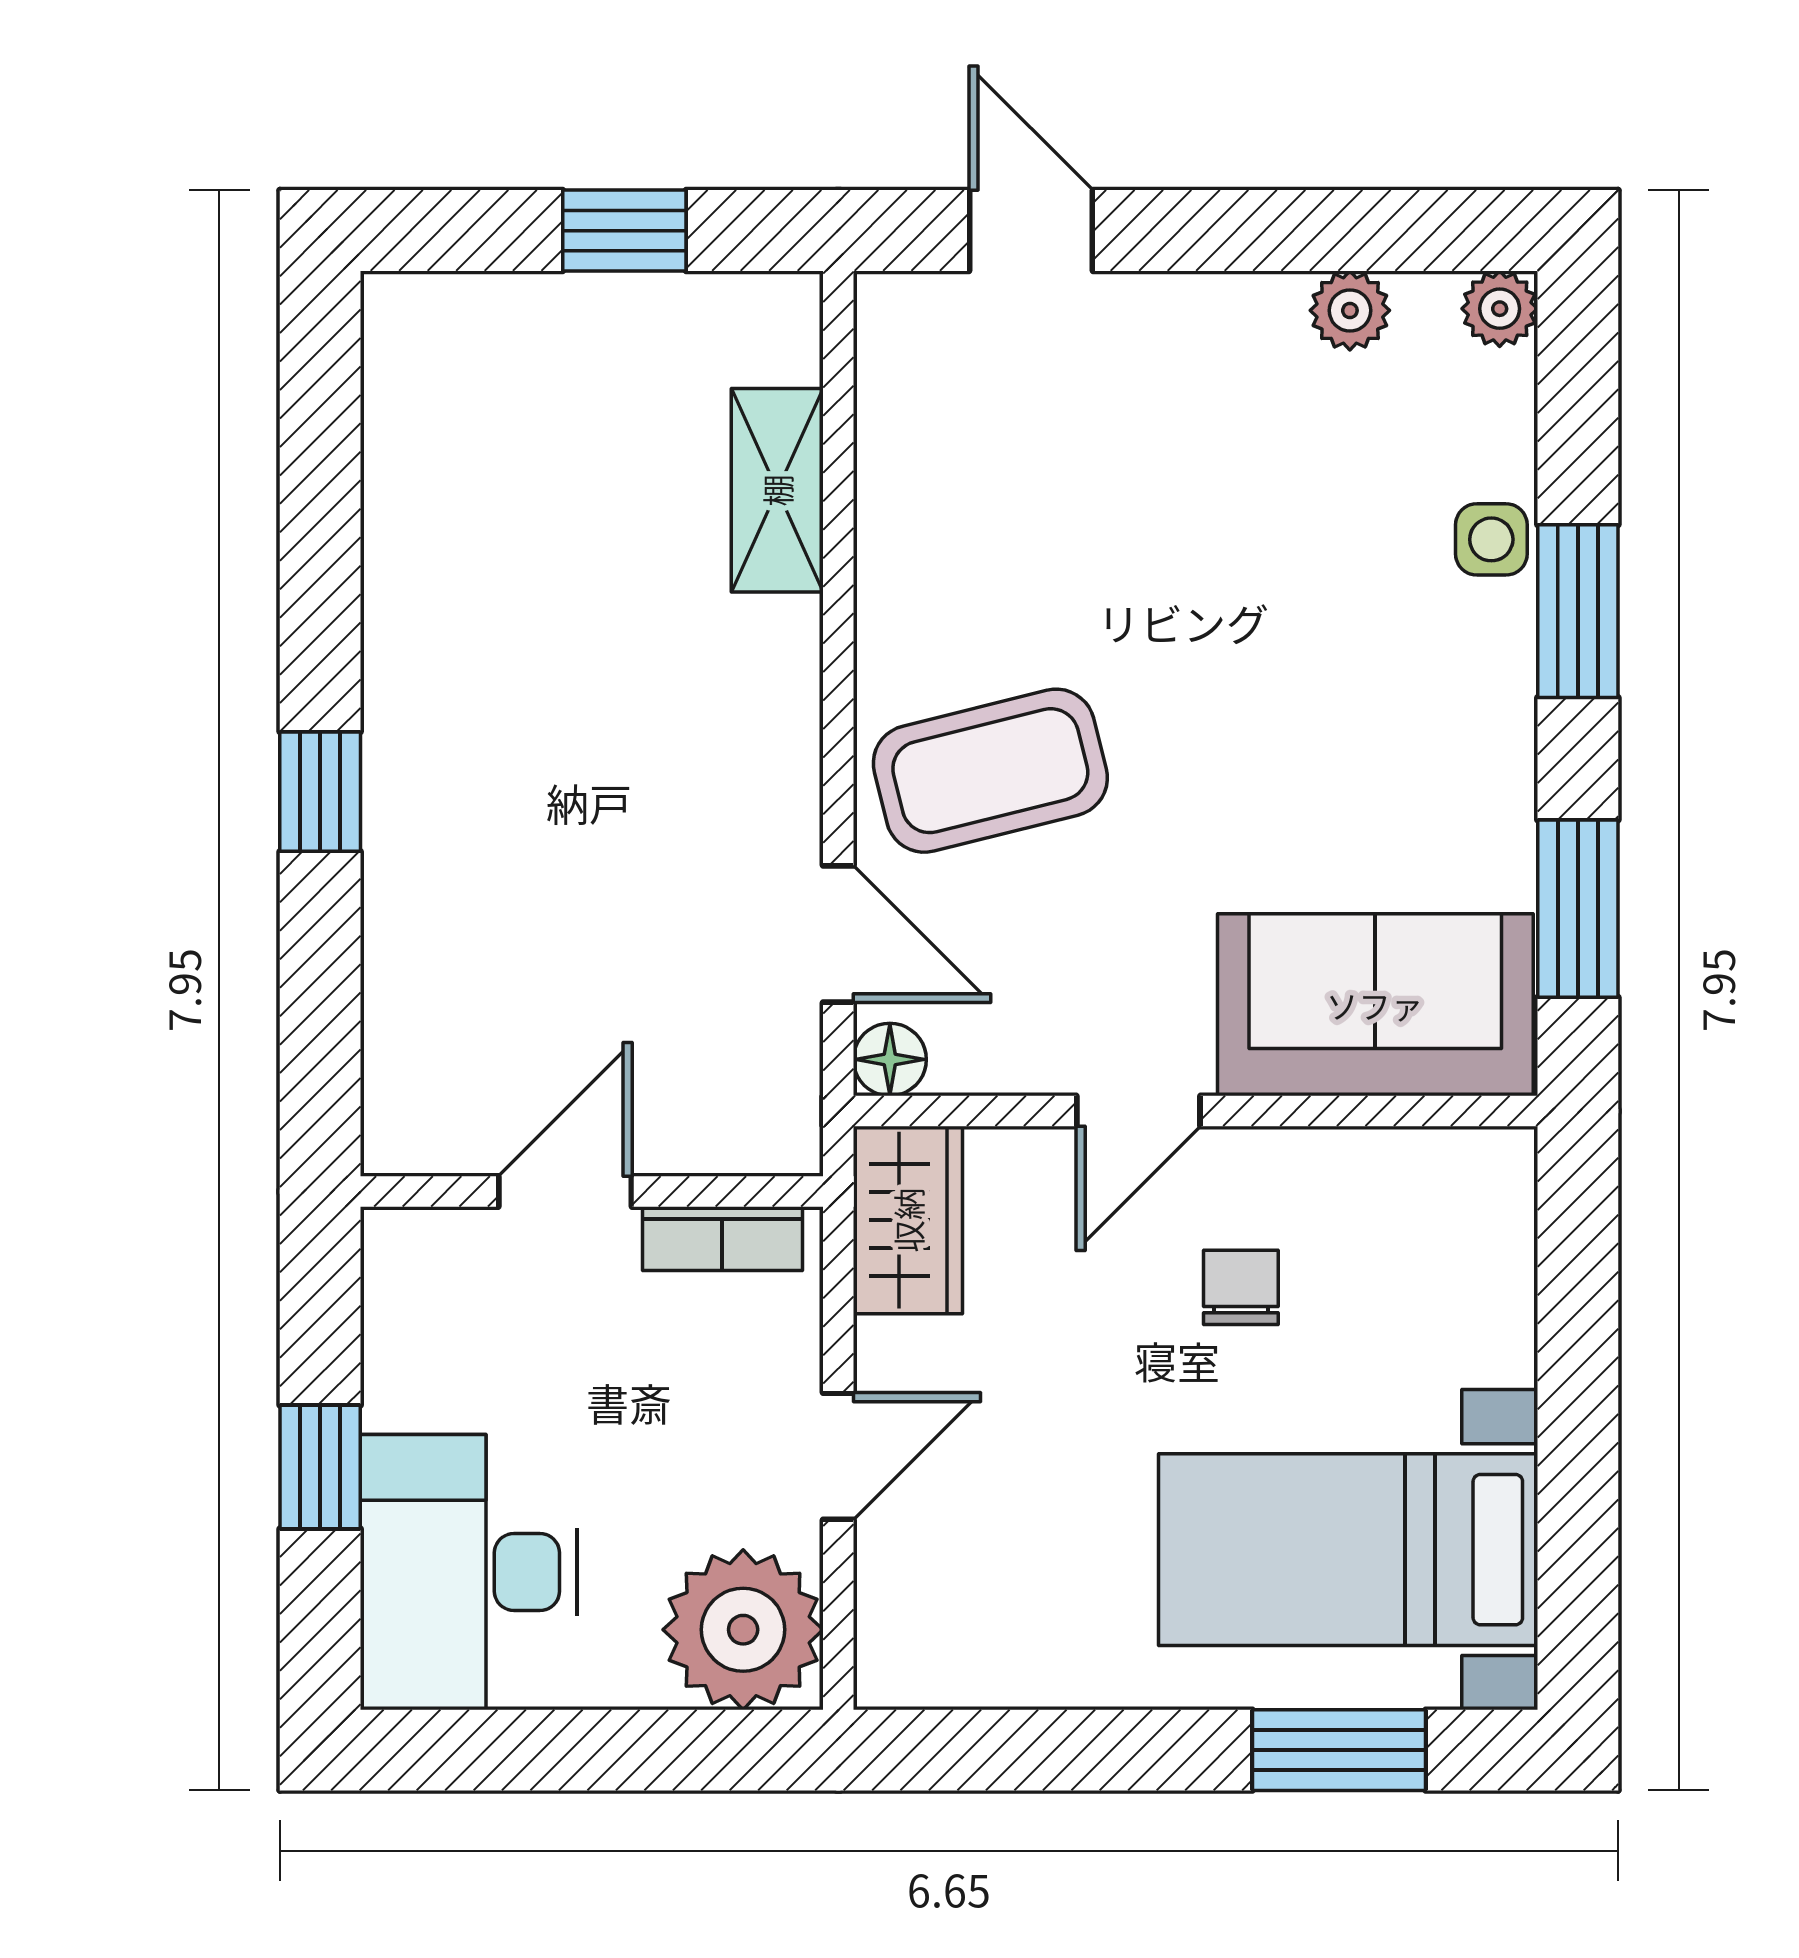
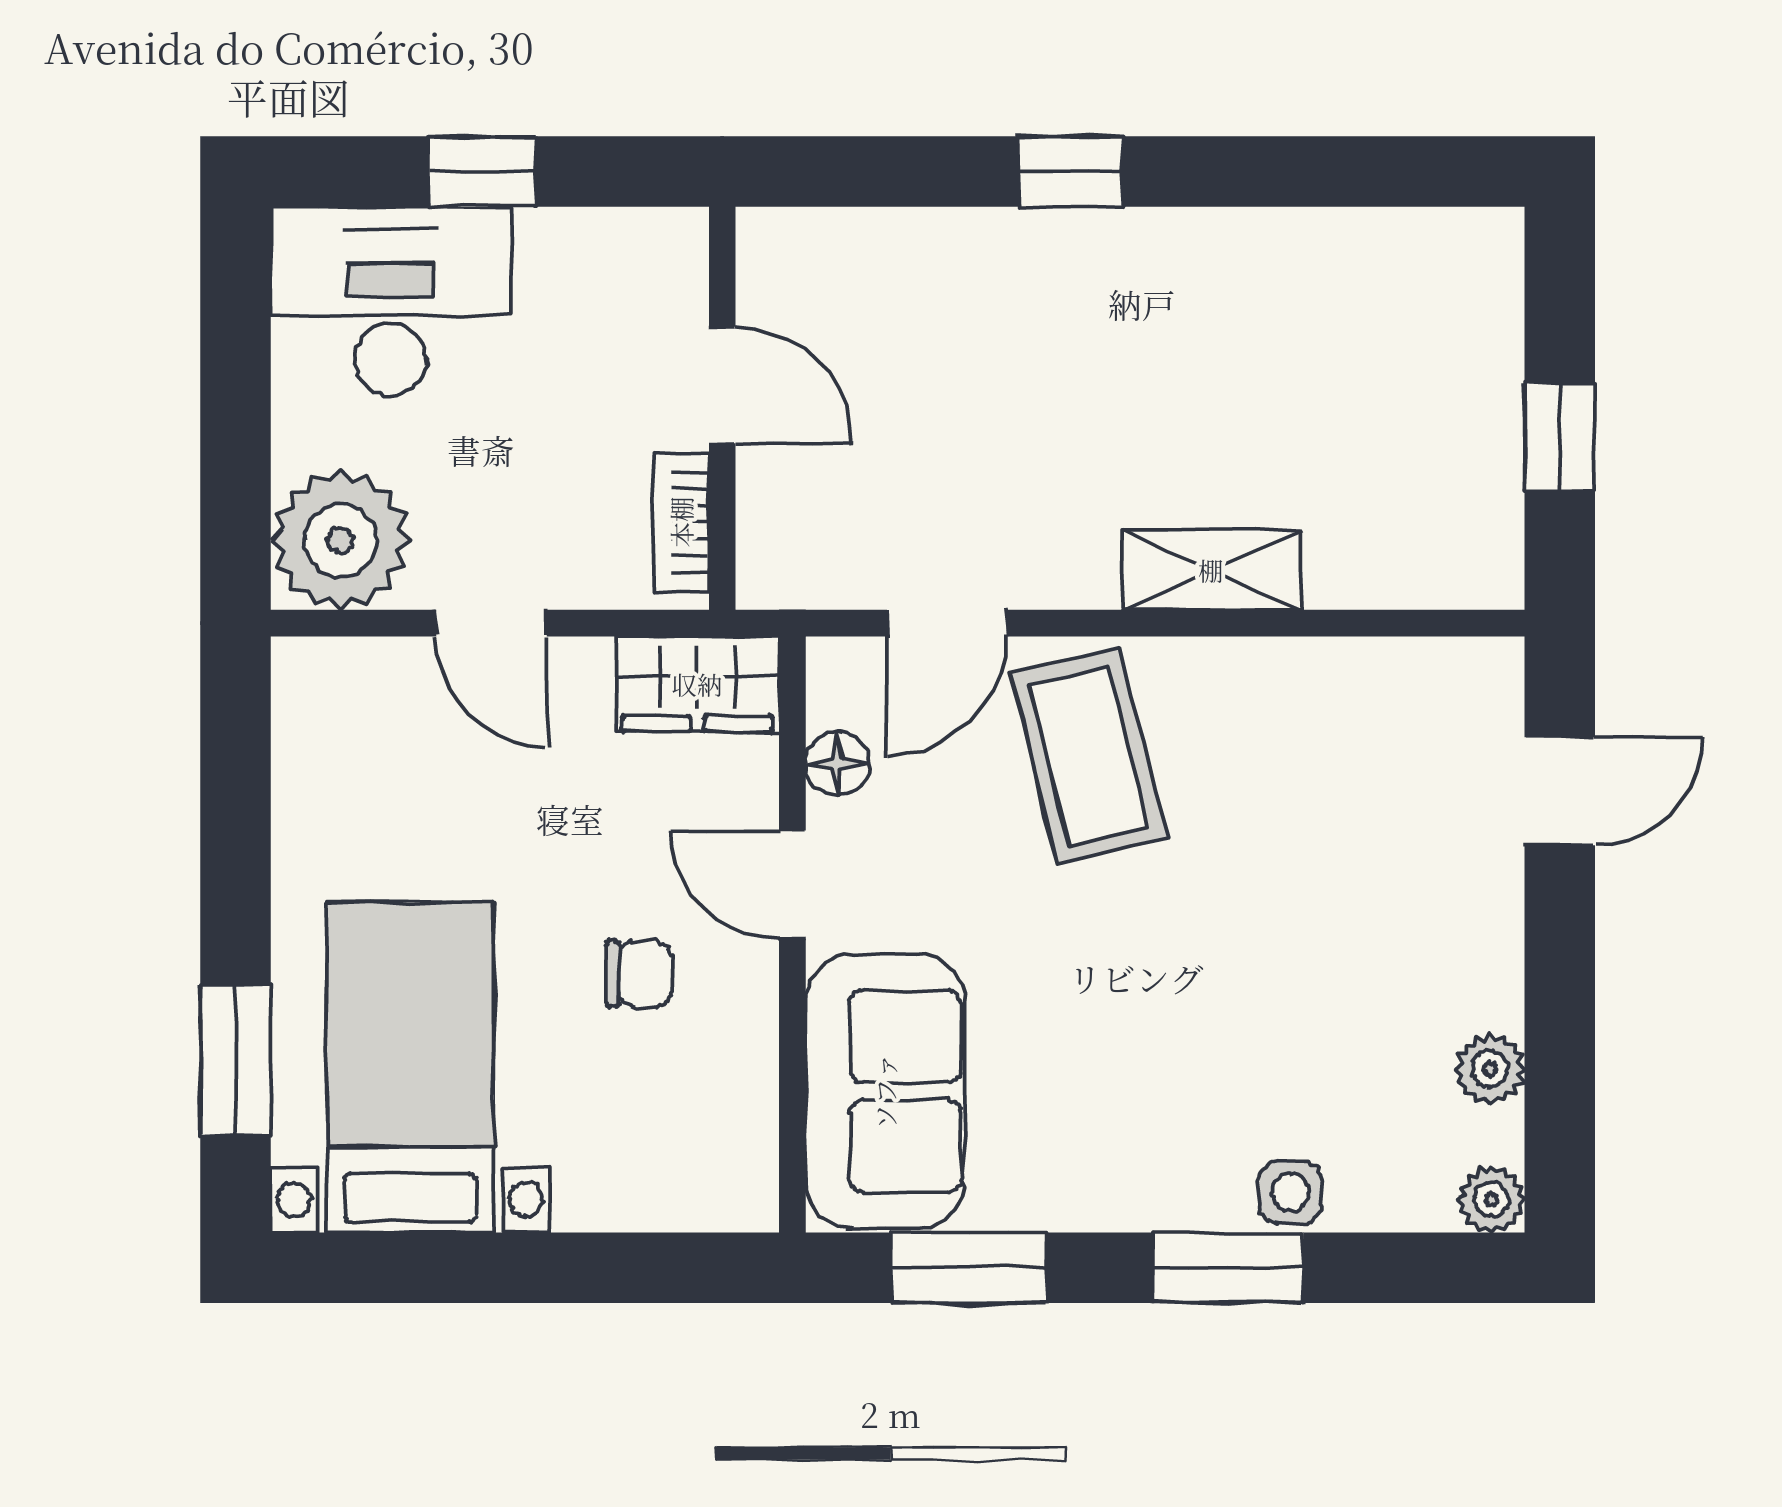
shelving: (777, 490) -> (1211, 570), moved
floor lamp: (890, 1059) -> (837, 764), moved

